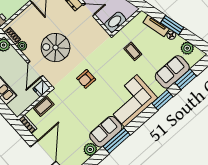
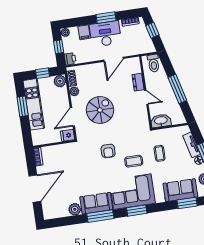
spiral stairs: (56, 48) -> (100, 110), turned 90
armchair: (86, 79) -> (108, 151), turned -90
window: (162, 100) -> (137, 211), moved
coffee table: (44, 106) -> (134, 161), moved

